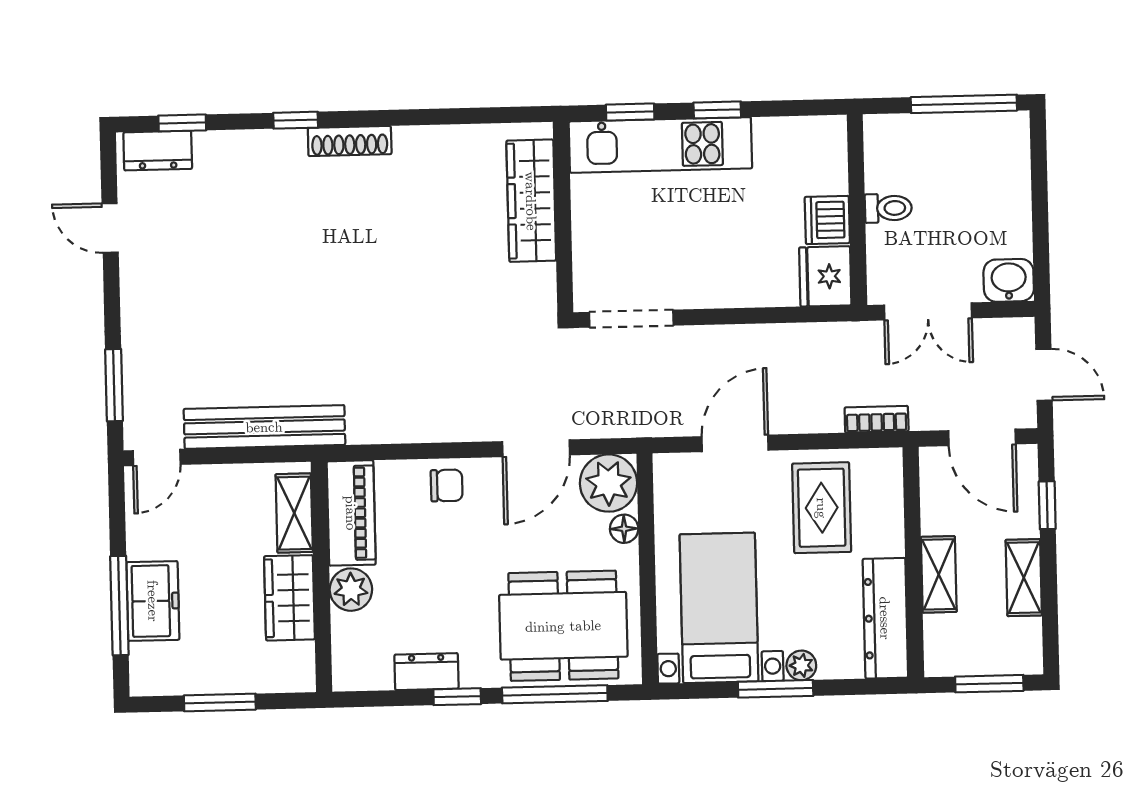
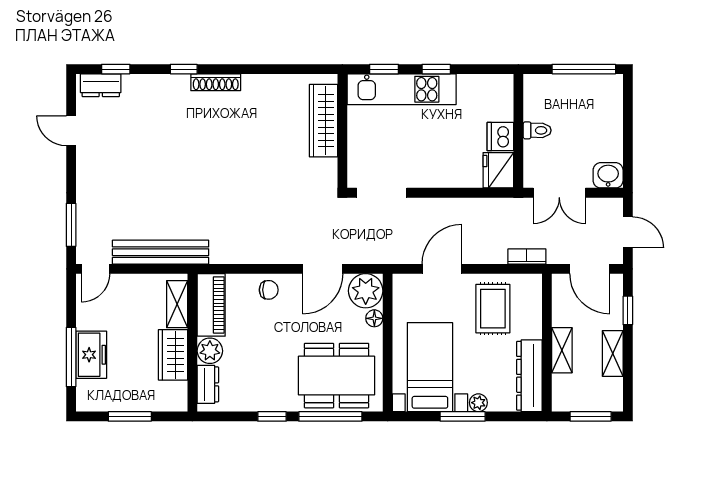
dresser: (426, 672) -> (208, 384), moved, turned 90

